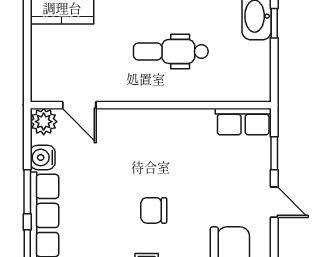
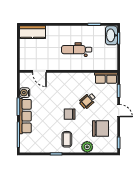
plant: (44, 122) -> (25, 78), removed
wheelchair: (198, 177) -> (88, 101), added

